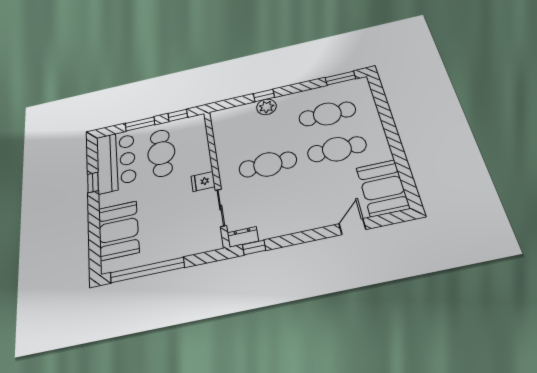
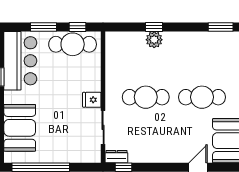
cafe table: (327, 114) -> (202, 61), removed
cafe table: (161, 153) -> (73, 44), moved, turned 90

